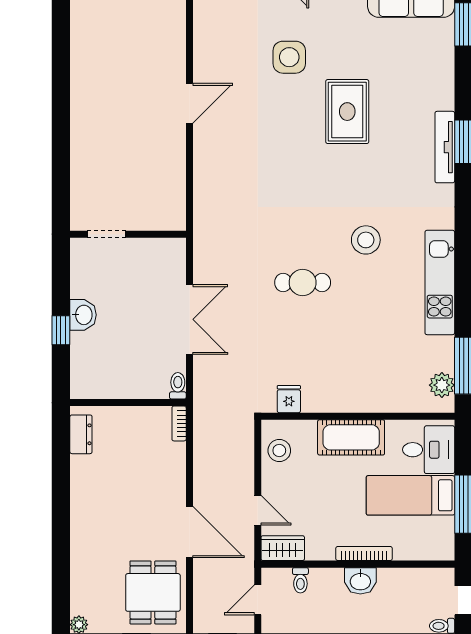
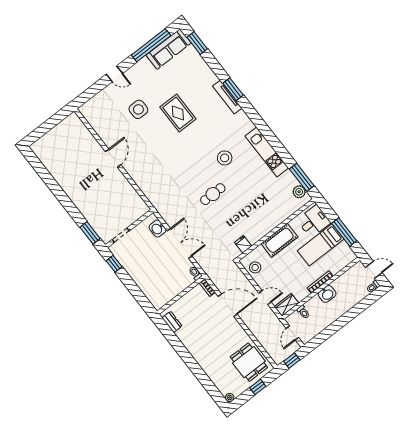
window: (61, 193) -> (90, 233), added
washbasin: (83, 315) -> (158, 229), moved, turned 180
window: (61, 330) -> (114, 264), moved
door: (189, 532) -> (228, 305), moved

